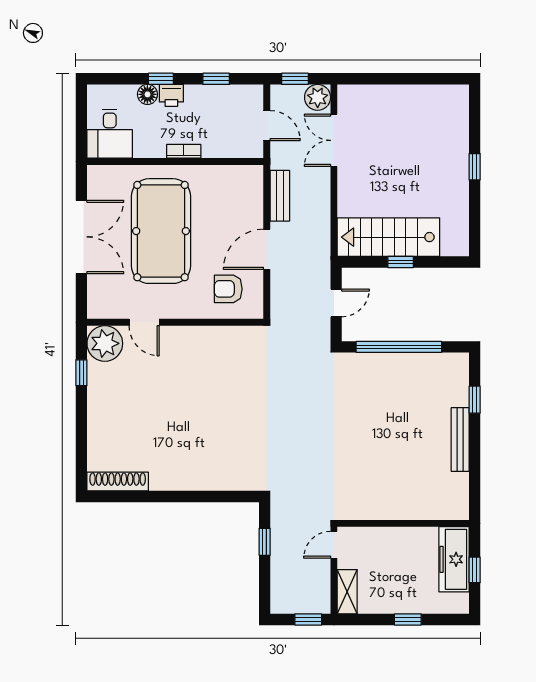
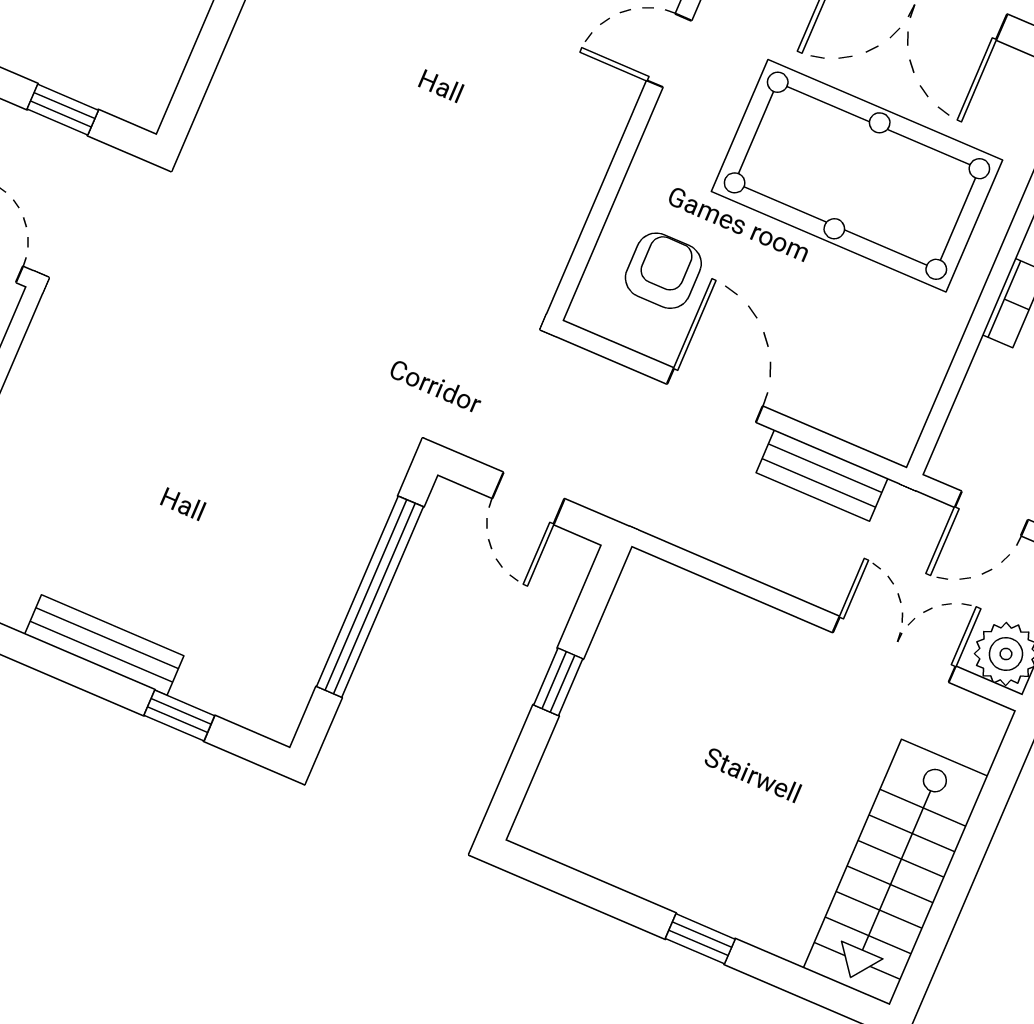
stairs: (388, 237) -> (896, 872), moved, turned 180

